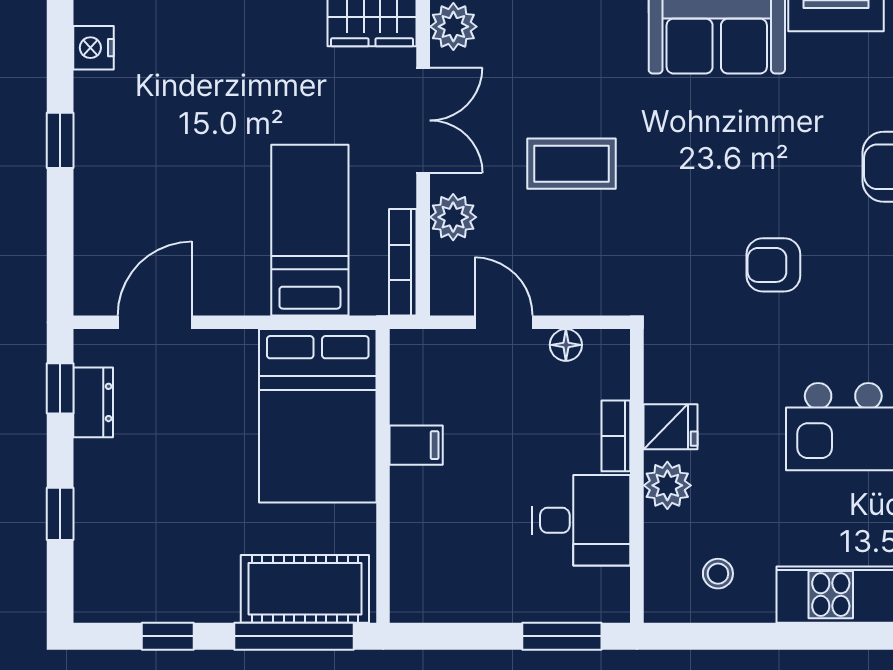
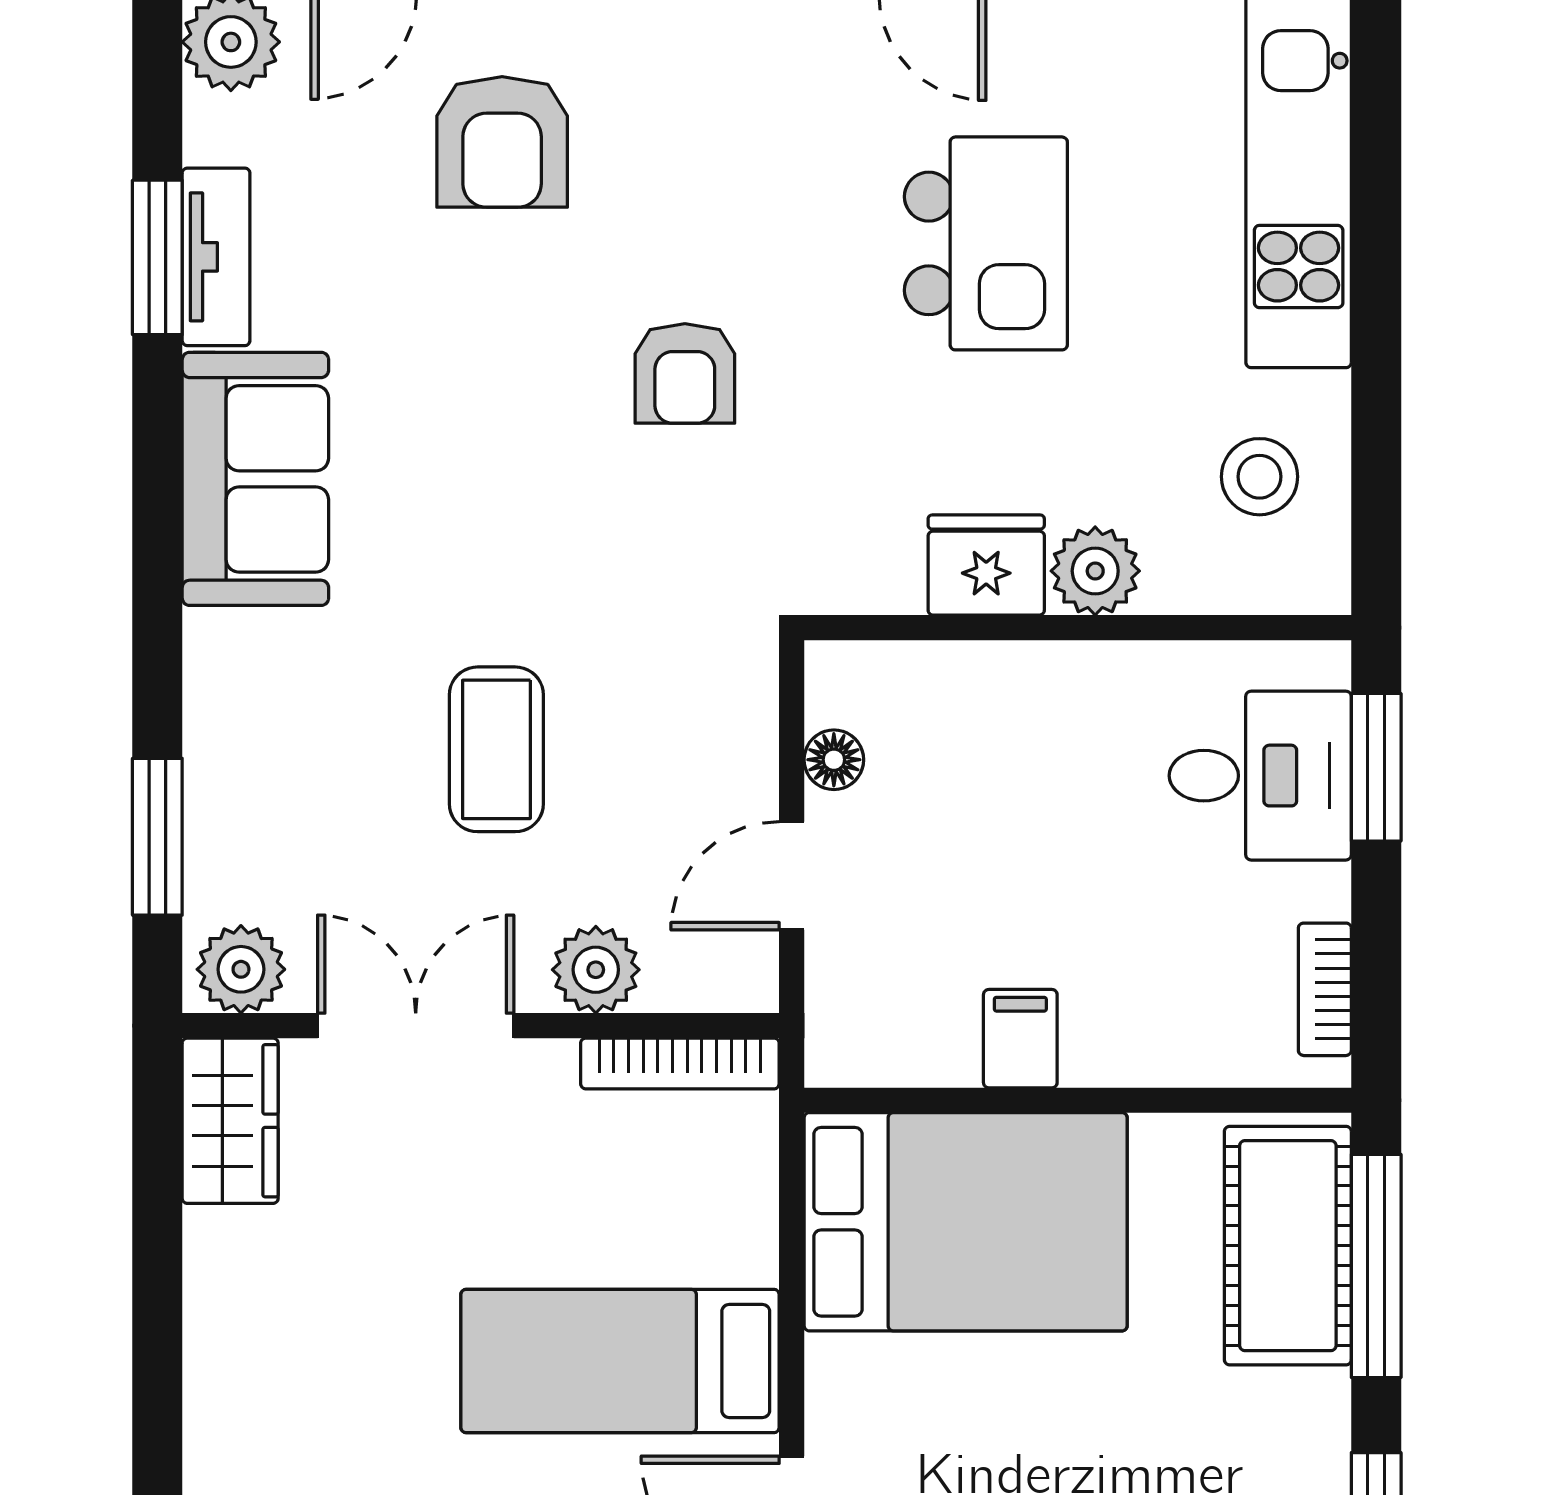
bed: (310, 230) -> (620, 1361), moved
fridge: (670, 427) -> (986, 565), width x1.38
bookcase: (616, 436) -> (1325, 989), moved, turned 90
desk: (581, 520) -> (1260, 776), moved, turned 90
stool: (718, 574) -> (1260, 477), width x1.37, depth x1.37

